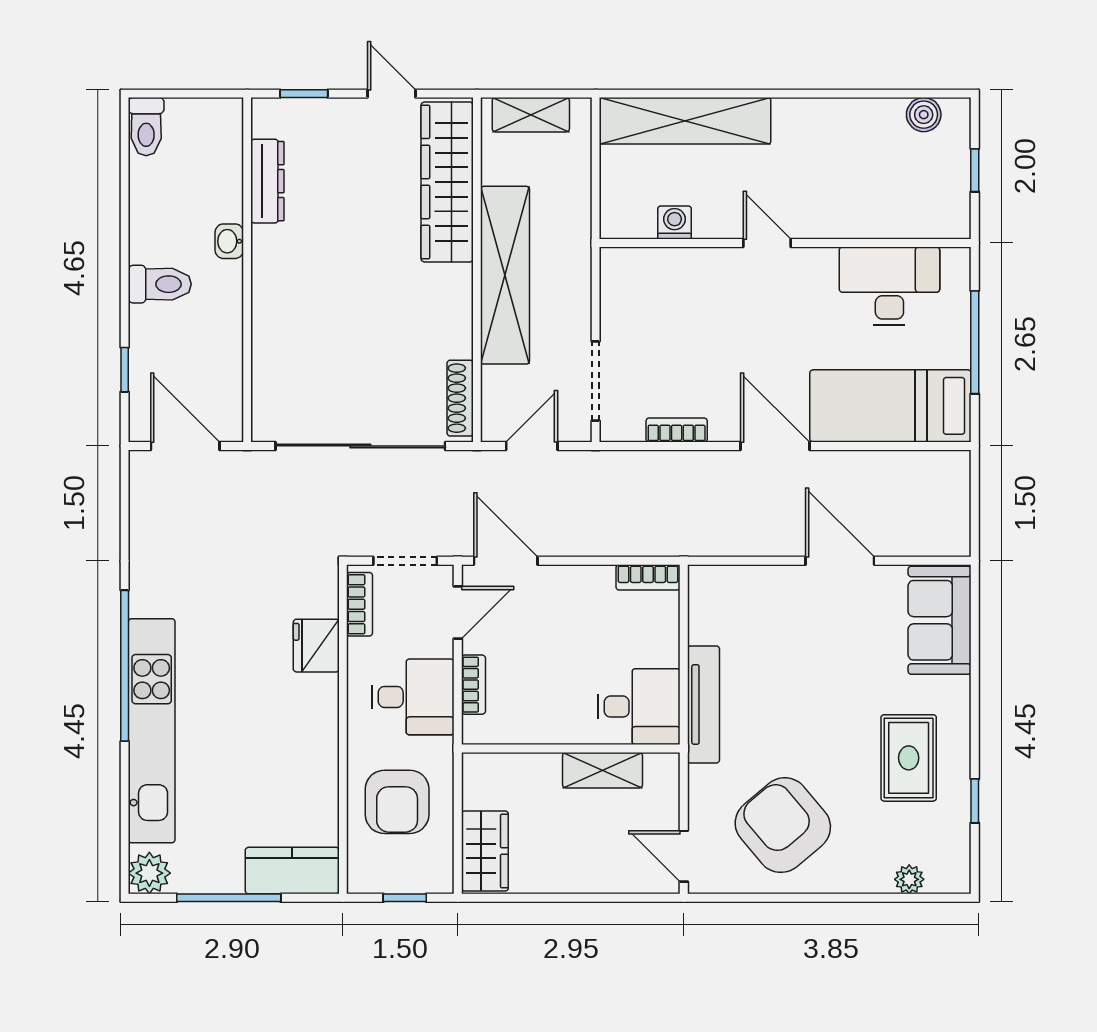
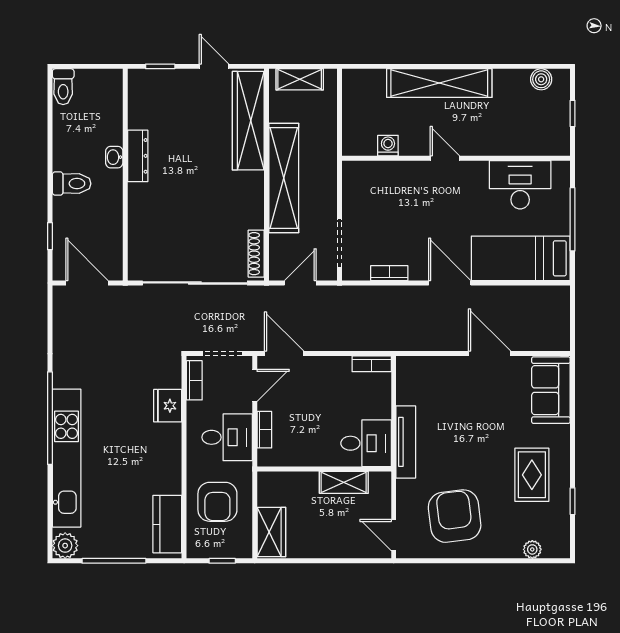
shelving: (685, 121) -> (439, 83), moved
dresser: (267, 181) -> (138, 156), moved
armchair: (783, 825) -> (455, 516), turned 33
kitchen counter: (292, 871) -> (167, 524), moved, turned -90

